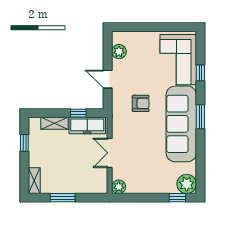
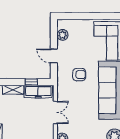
double door: (110, 153) -> (55, 112), swing flipped

